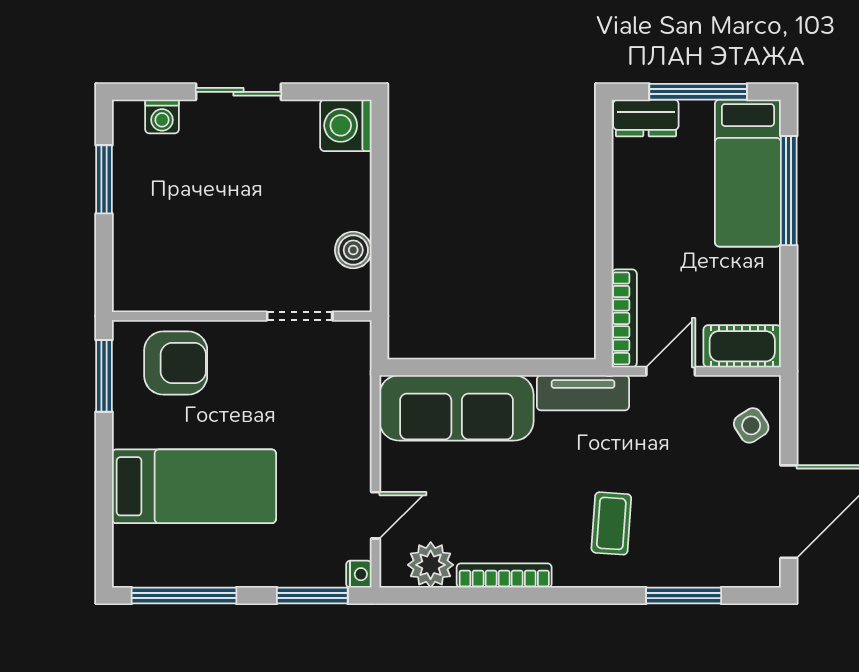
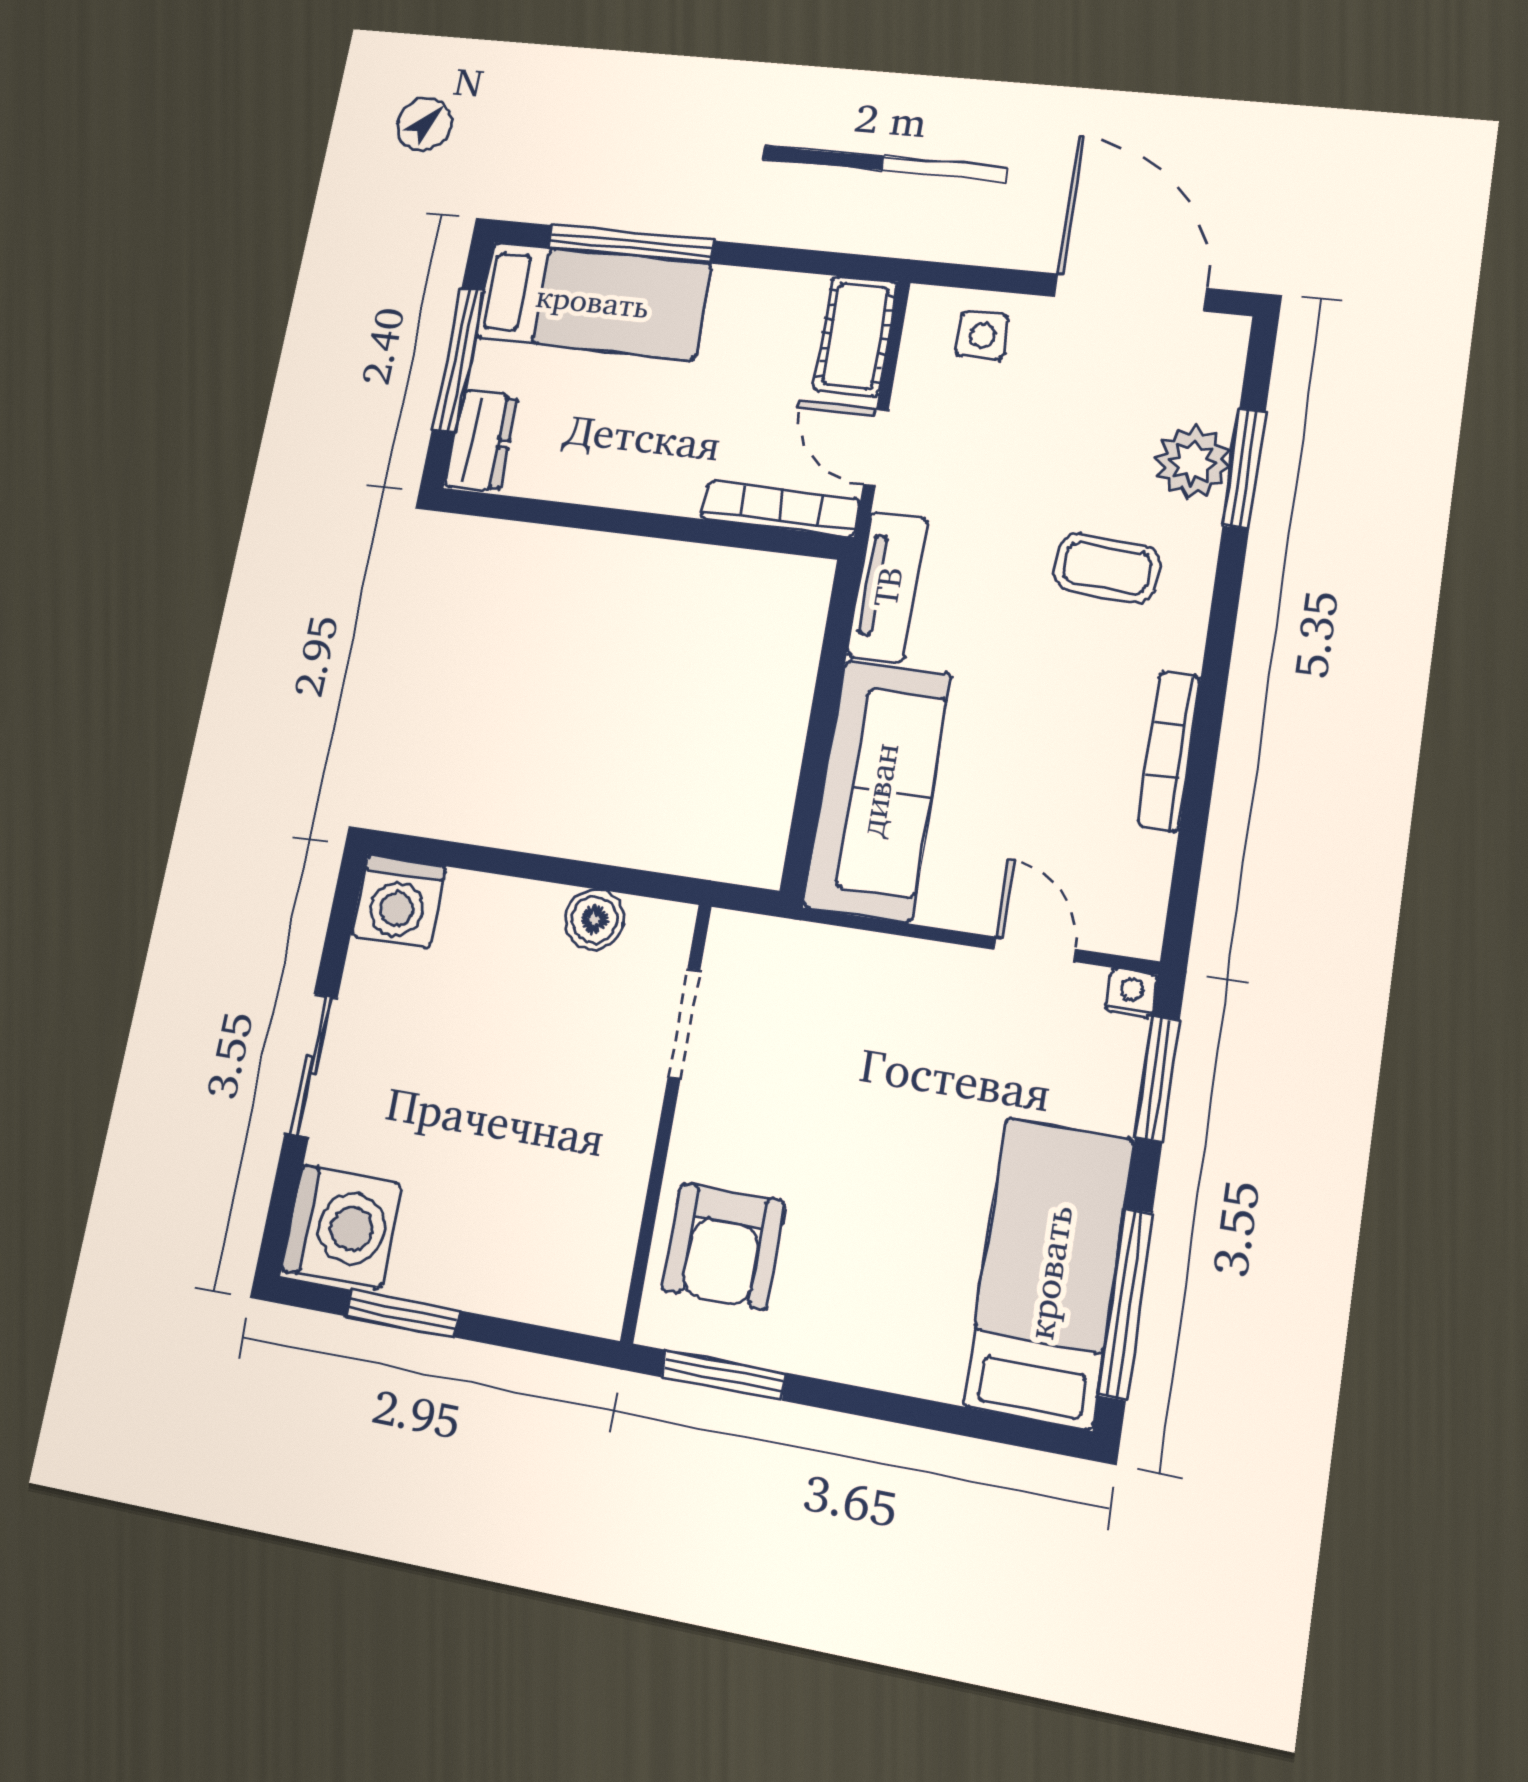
washing machine: (162, 117) -> (342, 1227), width x1.89, depth x1.89
armchair: (176, 363) -> (724, 1246), turned 180
side table: (751, 425) -> (982, 335), turned 33
bed: (194, 486) -> (1049, 1272), moved
plant: (431, 565) -> (1193, 462), moved

